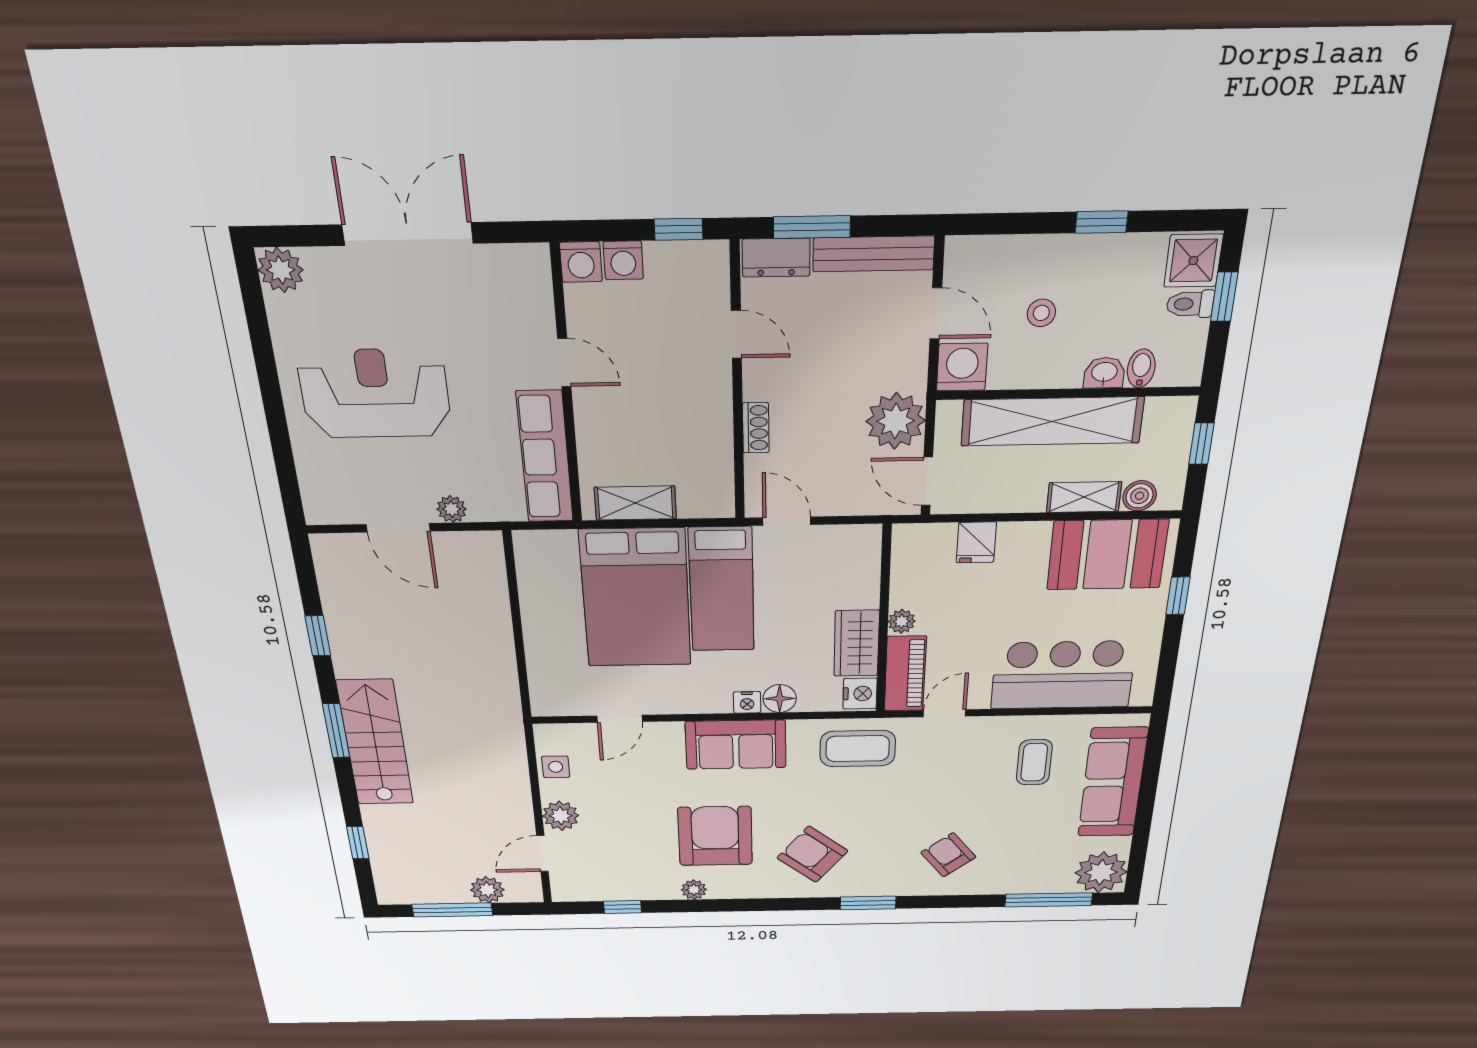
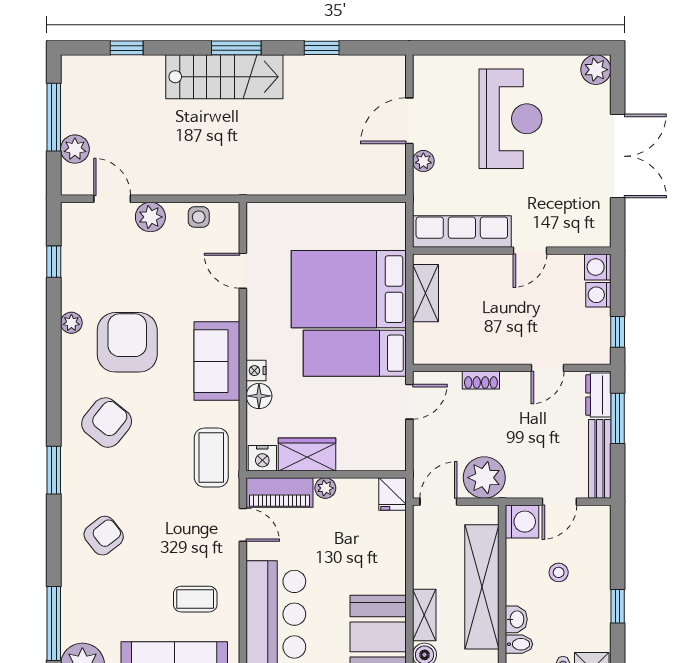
fridge: (976, 542) -> (392, 494), moved, turned -90
armchair: (715, 836) -> (127, 342), turned -90

